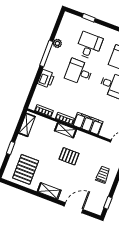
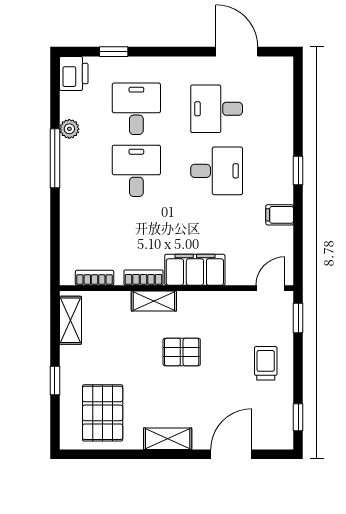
desk: (79, 72) -> (136, 171), turned 90
printer: (46, 79) -> (74, 73), moved

